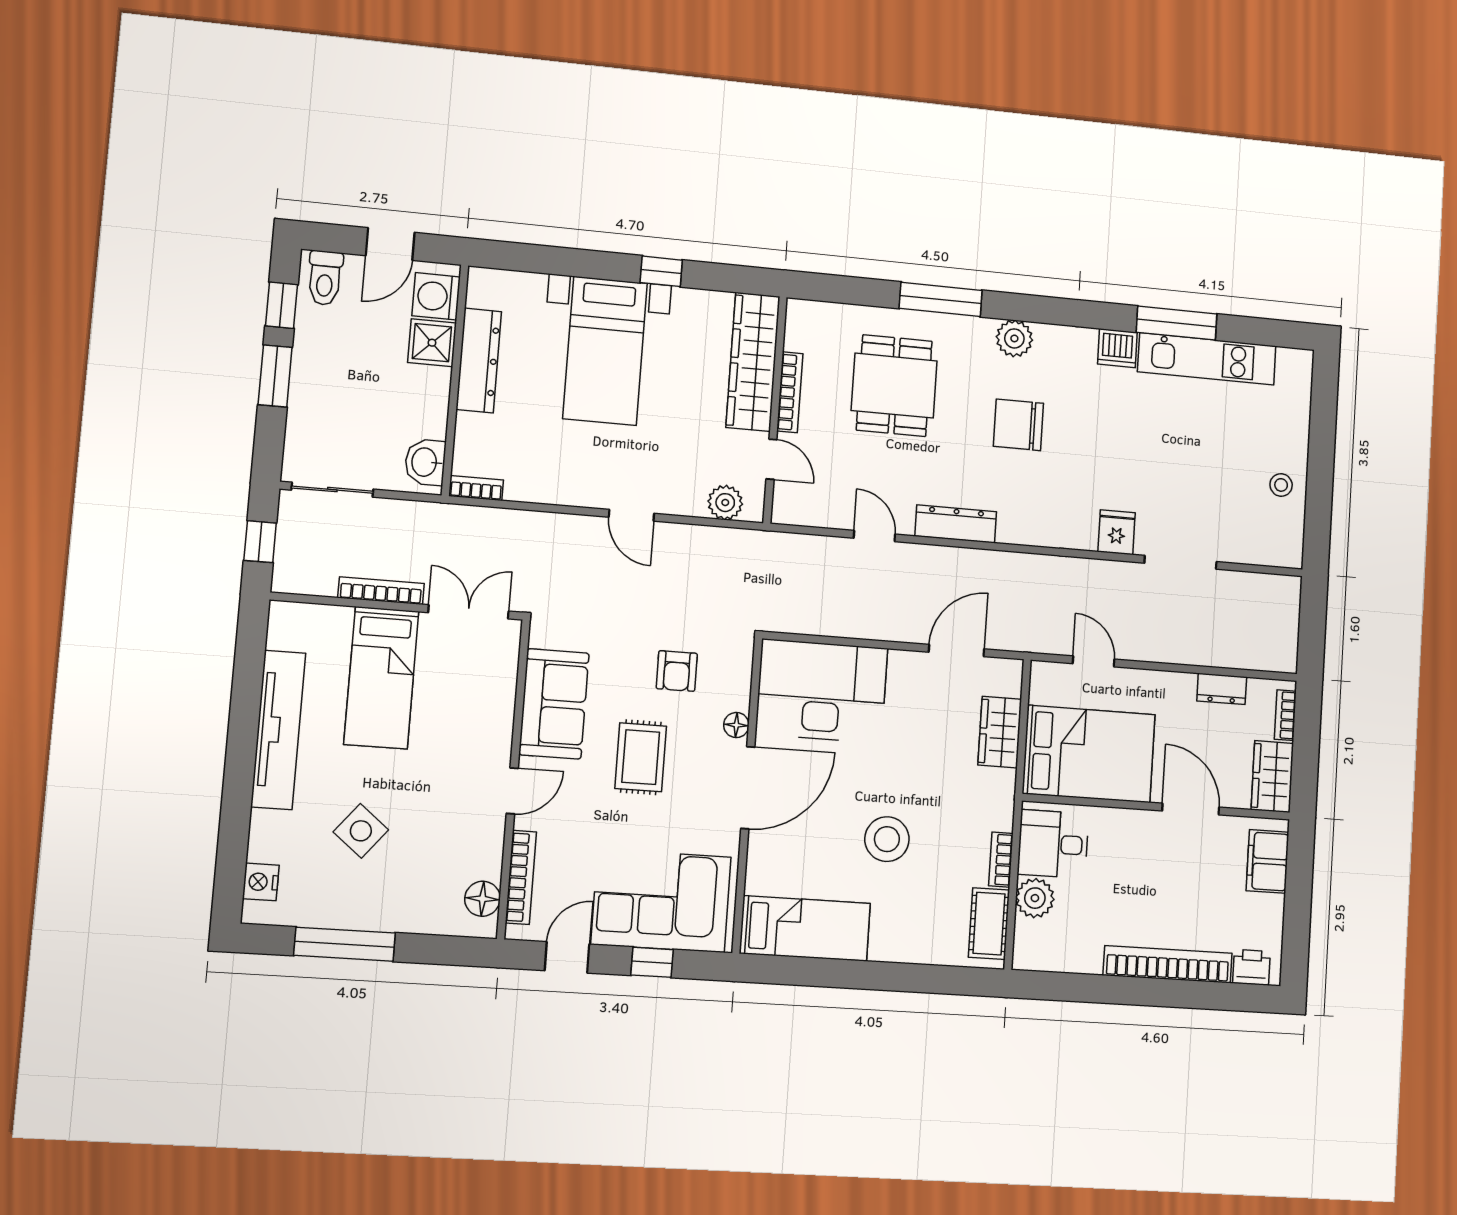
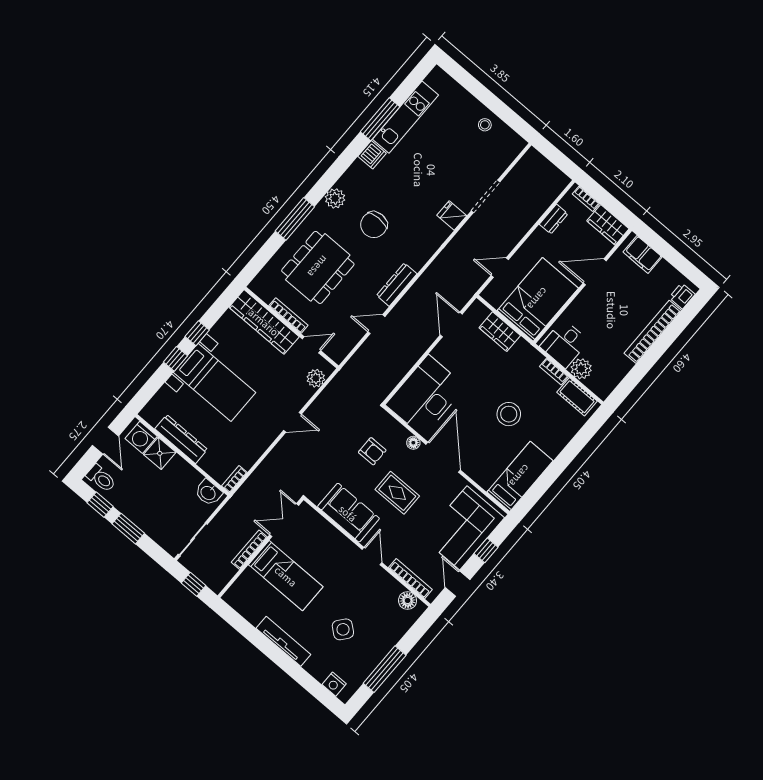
window: (598, 265) -> (175, 359), added
dining table: (894, 386) -> (318, 267), width x1.38
tv unit: (278, 730) -> (283, 641), width x0.73, depth x0.78

